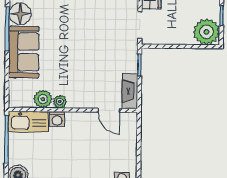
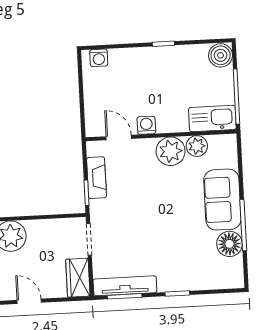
fireplace: (130, 91) -> (97, 178), moved
plant: (60, 102) -> (171, 151), width x1.88, depth x1.88
washing machine: (57, 119) -> (146, 125), moved

